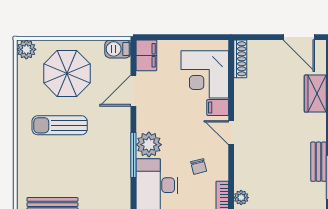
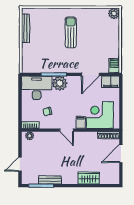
door: (299, 37) -> (121, 154), moved
parasol: (67, 74) -> (100, 37), removed
door: (133, 91) -> (90, 74), swing flipped
door: (231, 133) -> (67, 130), swing flipped

